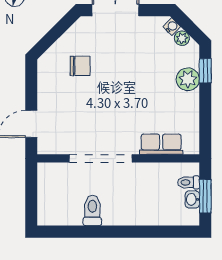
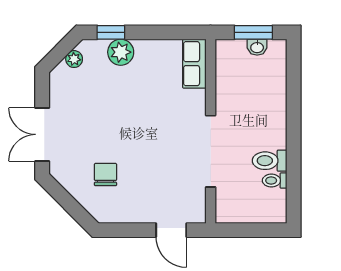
water cooler: (172, 27) -> (61, 70), removed
row of seats: (161, 144) -> (194, 64), moved
toilet: (189, 182) -> (275, 181), moved, turned 90

